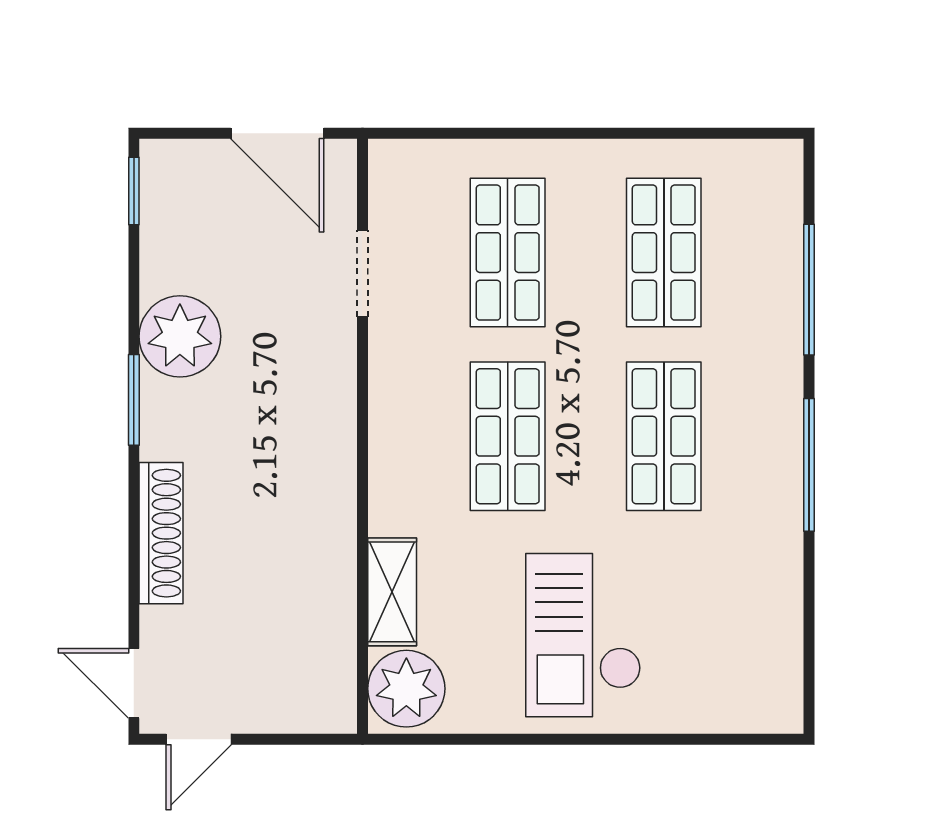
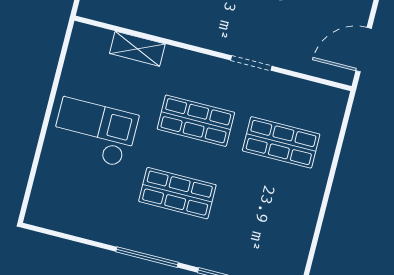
shop shelf: (664, 253) -> (263, 215), removed
doorway: (362, 273) -> (251, 63), moved
plant: (406, 689) -> (91, 44), removed

